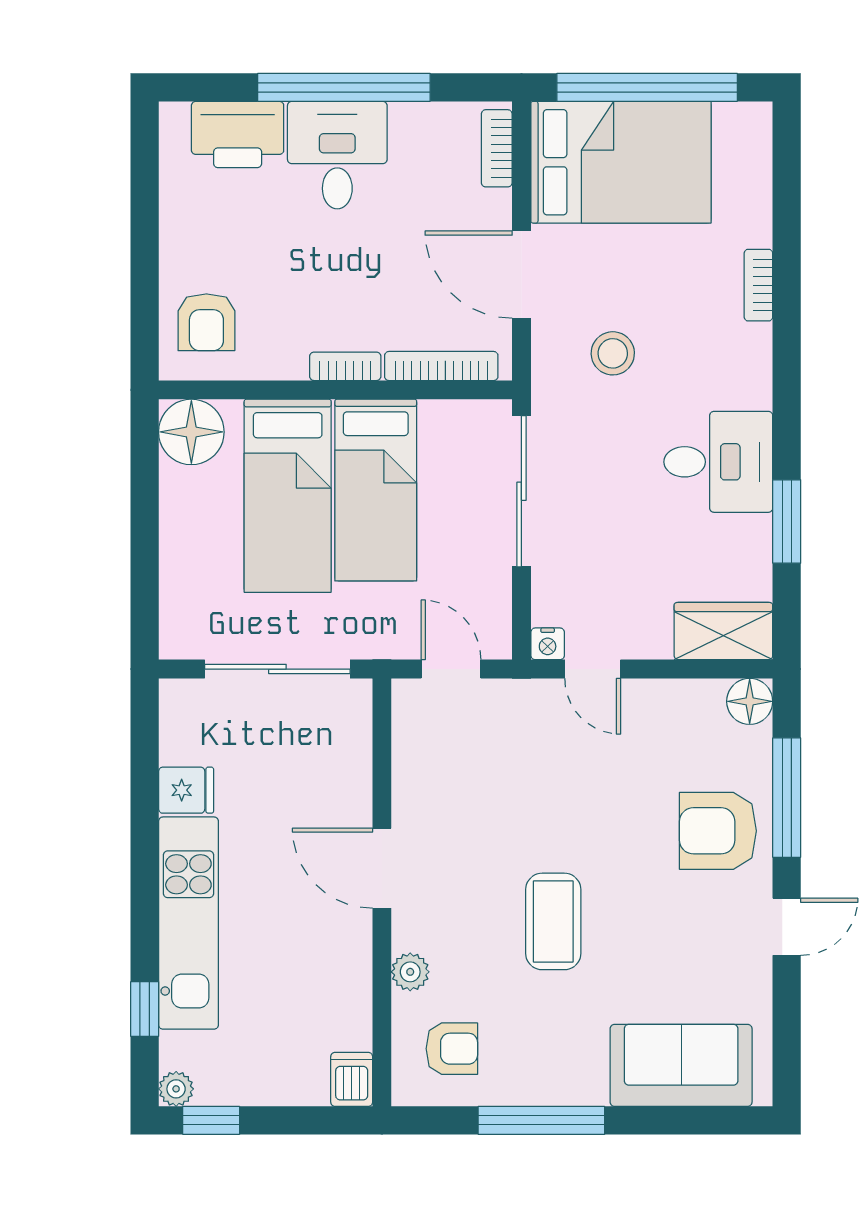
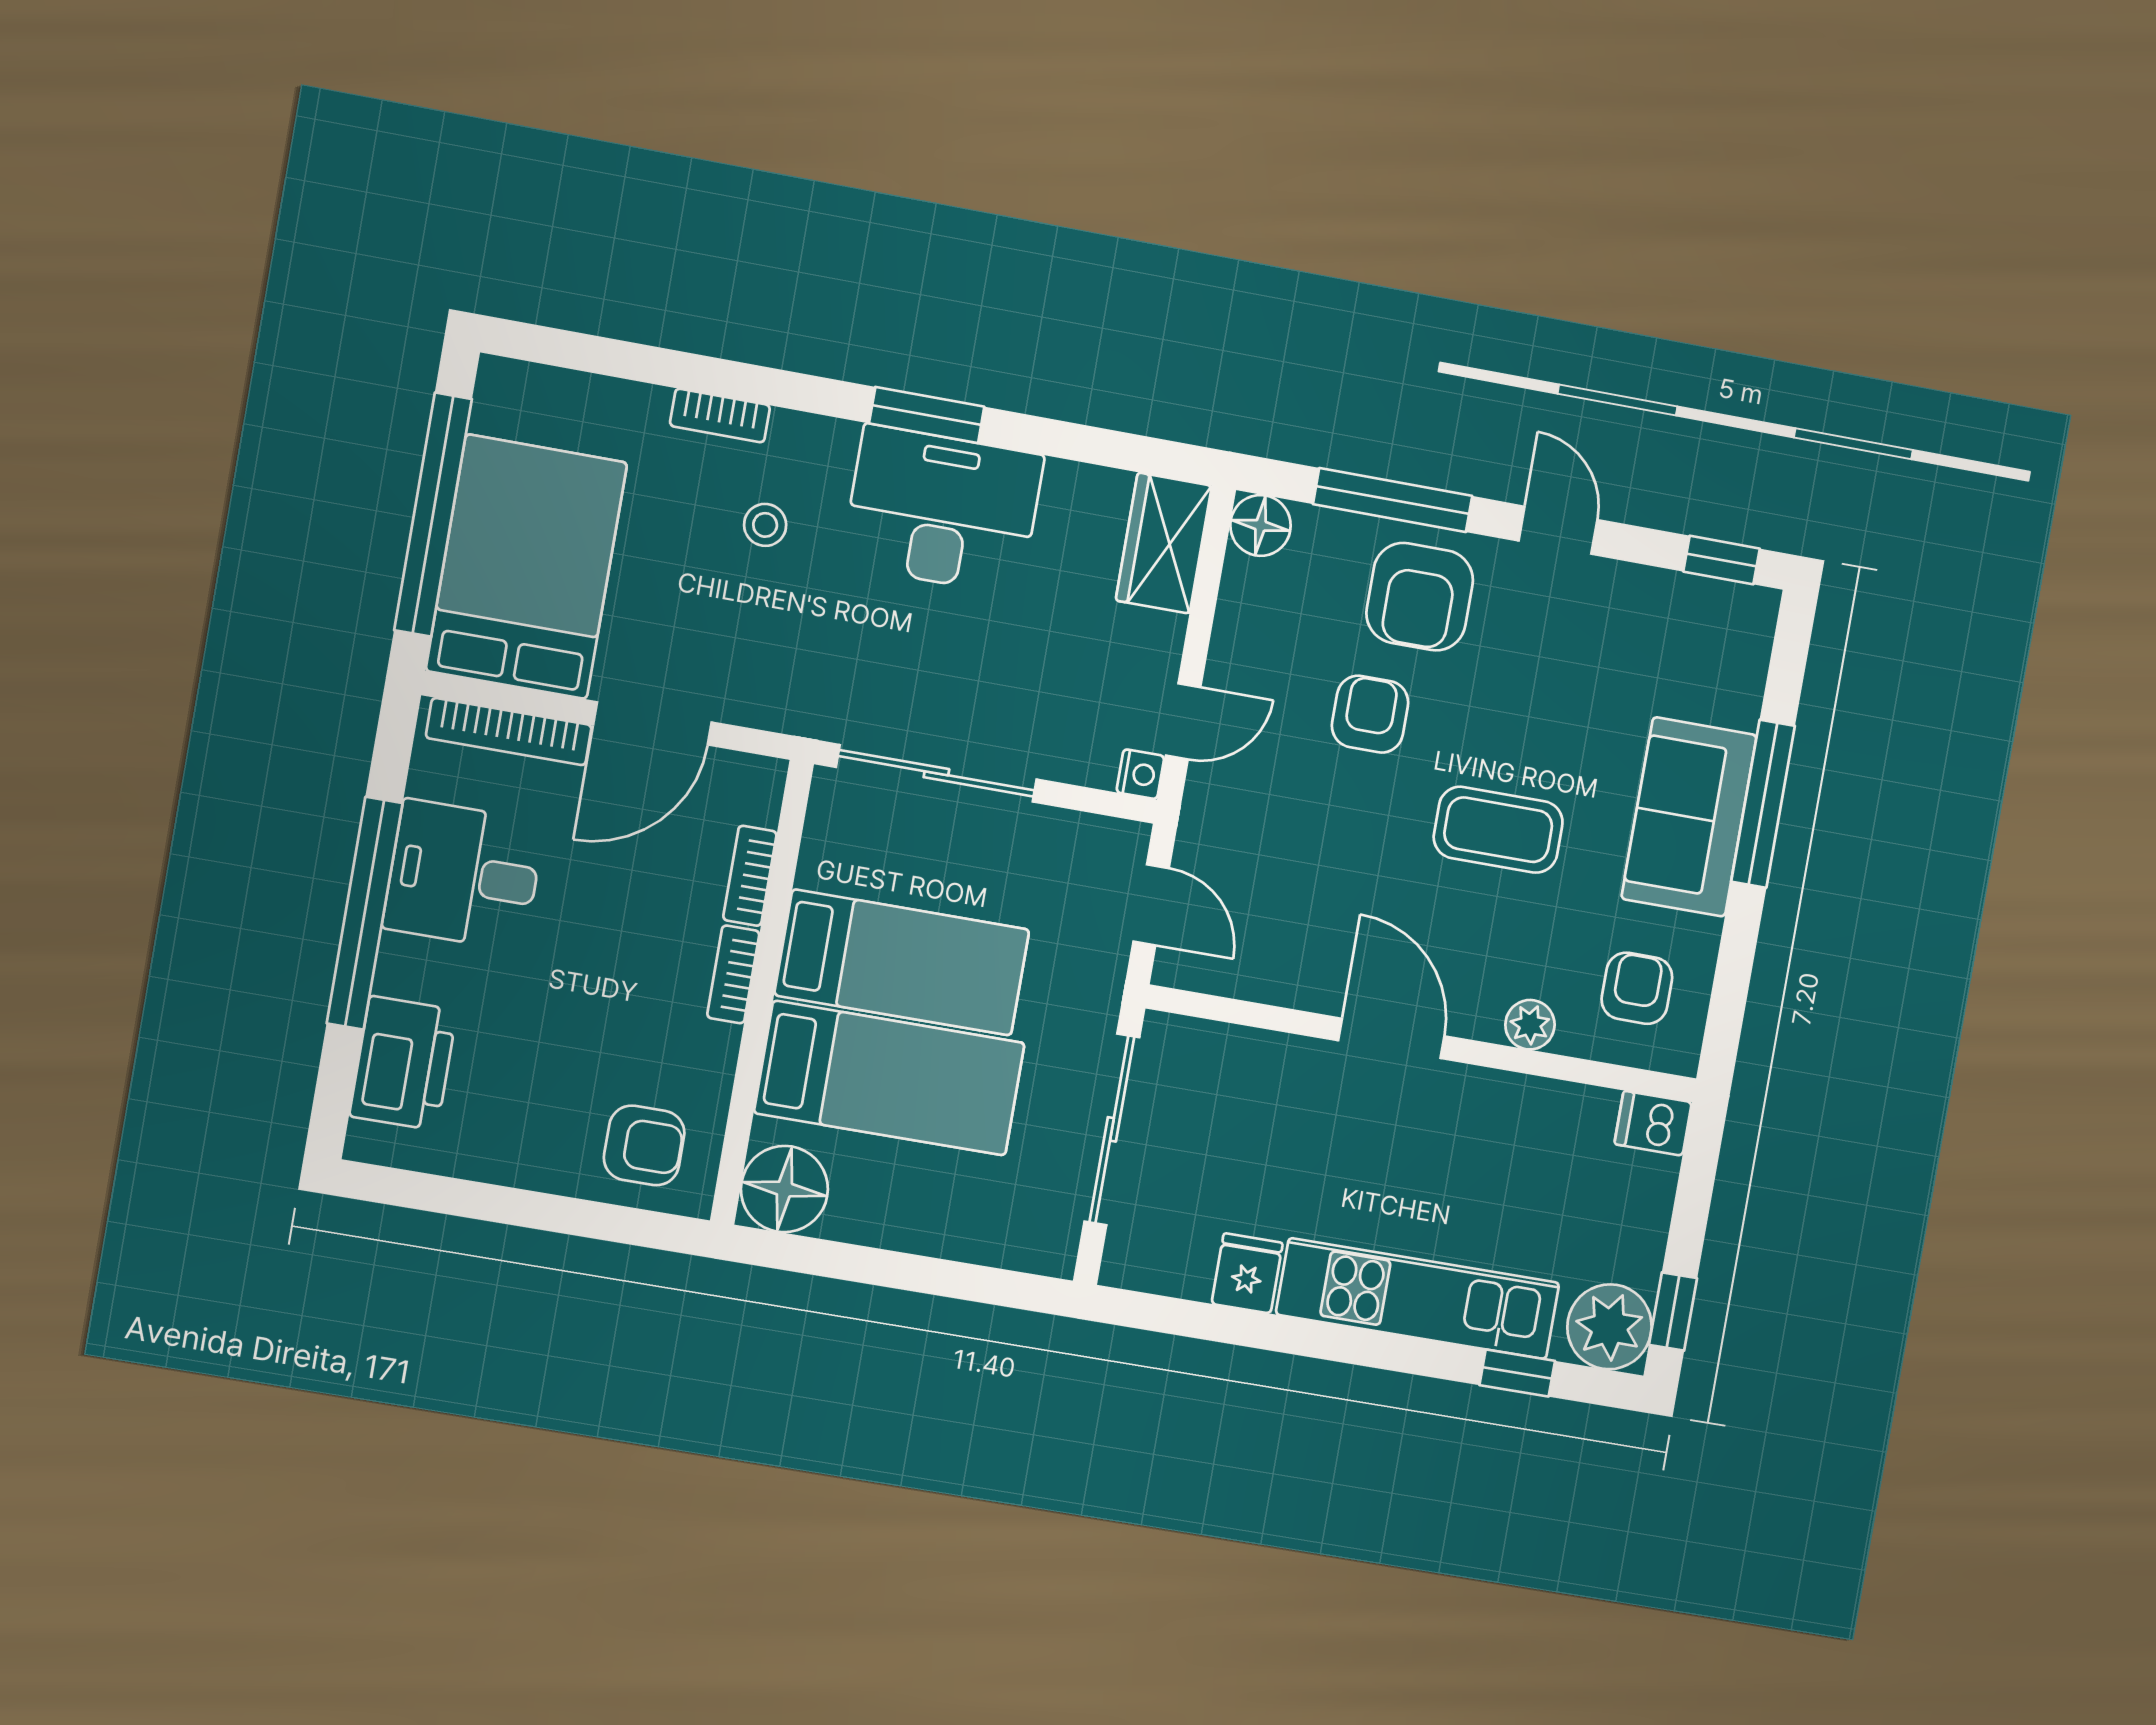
bookcase: (497, 148) -> (509, 732), width x1.56
desk: (337, 155) -> (464, 875), moved
stool: (613, 353) -> (765, 525), moved, width x0.73, depth x0.73
bookcase: (441, 366) -> (750, 876), width x0.64
desk: (718, 462) -> (943, 510), width x1.37
window: (787, 522) -> (927, 415), moved
door: (451, 669) -> (1151, 905), swing flipped
armchair: (623, 809) -> (1370, 714), added
door: (382, 868) -> (1391, 1038), swing flipped
window: (787, 1055) -> (1721, 560), added
sofa: (681, 1065) -> (1689, 817), moved
plant: (176, 1089) -> (1609, 1327), width x1.87, depth x1.87
window: (541, 1120) -> (1763, 804), moved

